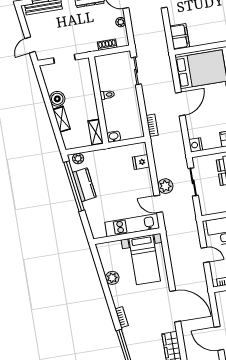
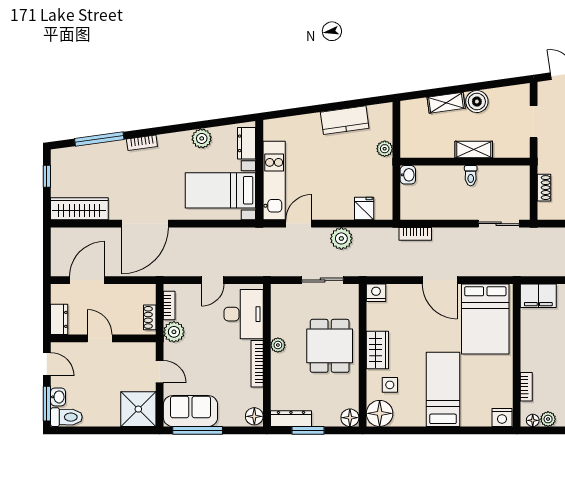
shelving: (96, 132) -> (474, 149), moved
plant: (78, 158) -> (385, 149), moved
window: (74, 186) -> (345, 105), removed
plant: (165, 186) -> (341, 238), moved
dresser: (110, 247) -> (247, 143), added

